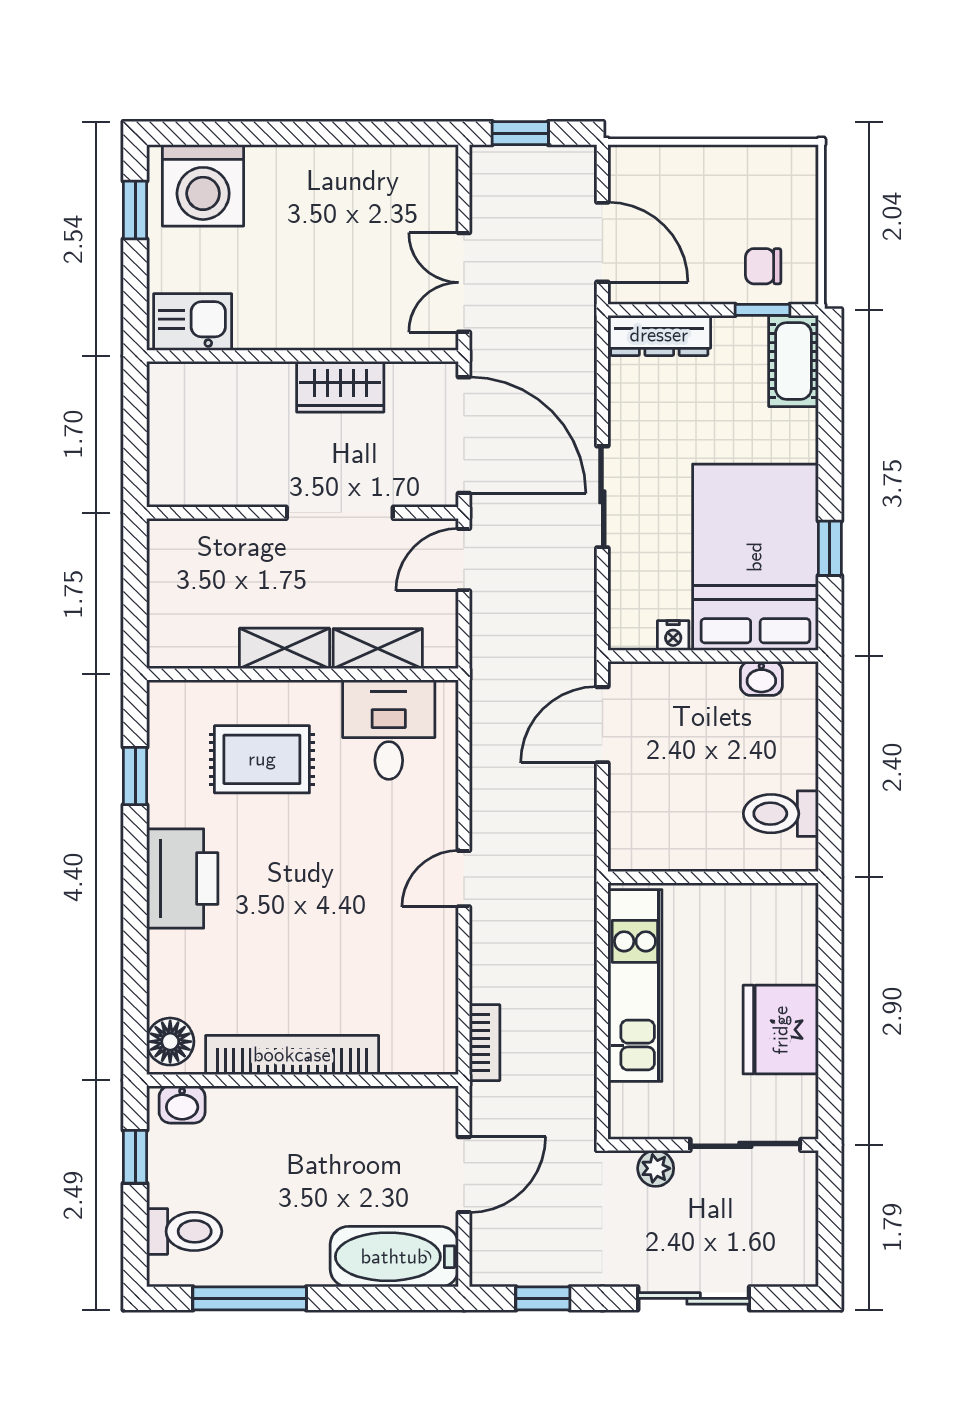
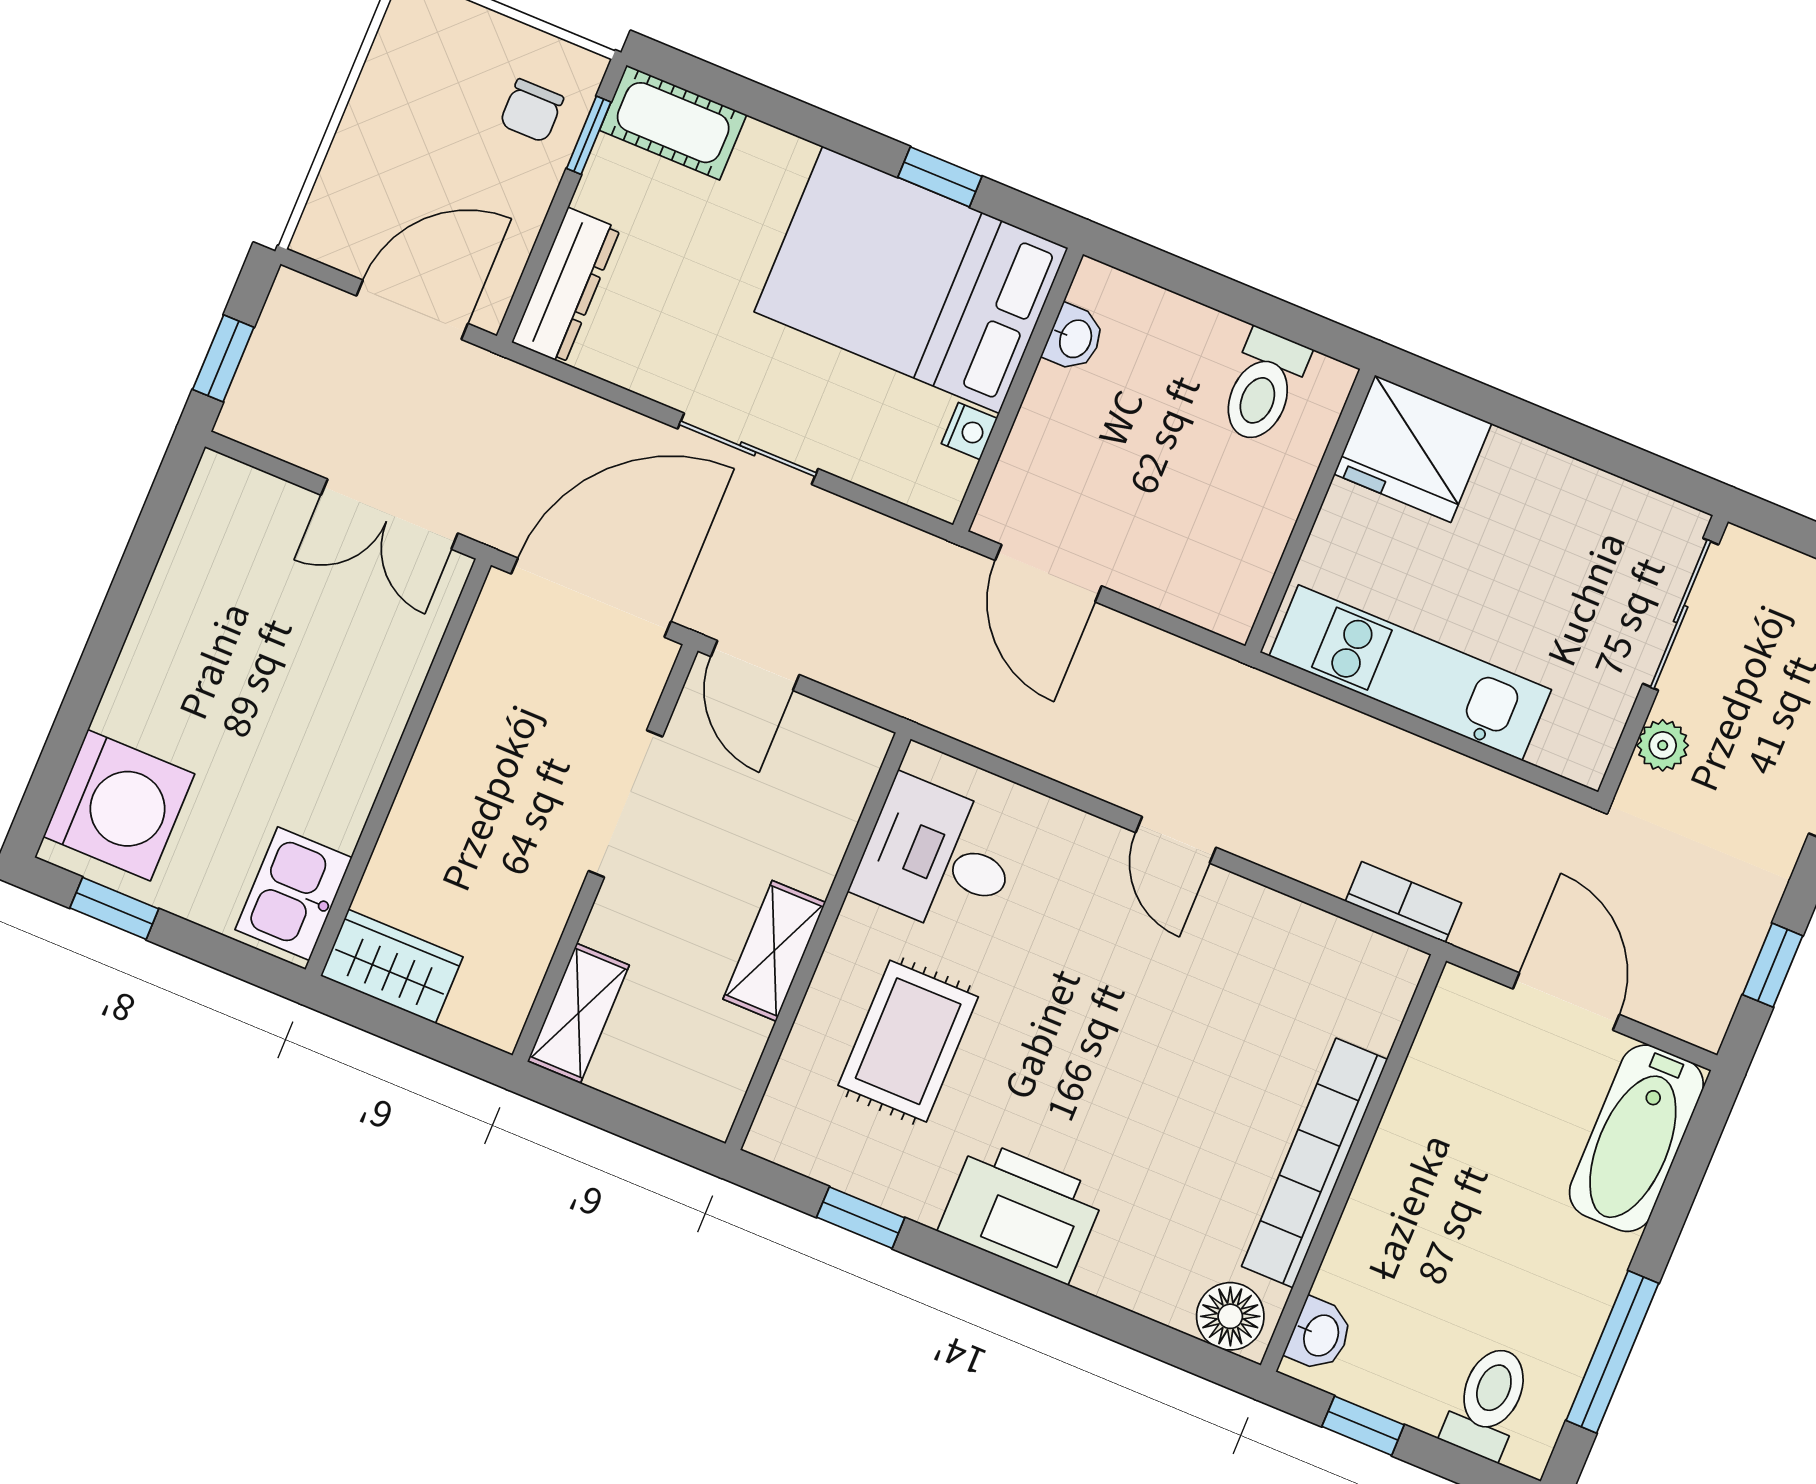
wardrobe: (340, 387) -> (392, 966), moved, turned -90
shelving: (378, 649) -> (578, 1013), moved
fridge: (781, 1030) -> (1413, 449), moved

